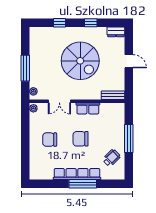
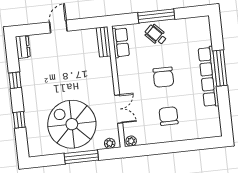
spiral stairs: (80, 61) -> (72, 124), moved, turned -90
row of seats: (88, 108) -> (121, 43), moved
chair: (50, 140) -> (169, 116), turned 180
wheelchair: (111, 158) -> (156, 35), moved

